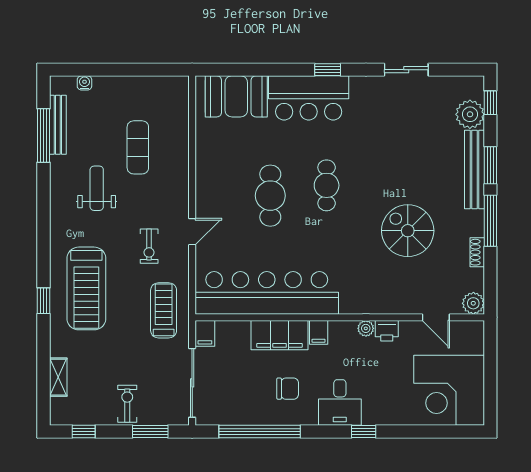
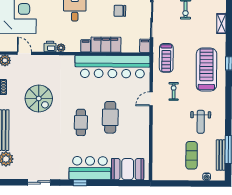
exercise mat: (138, 147) -> (192, 155), moved
chair: (288, 389) -> (120, 11), moved

